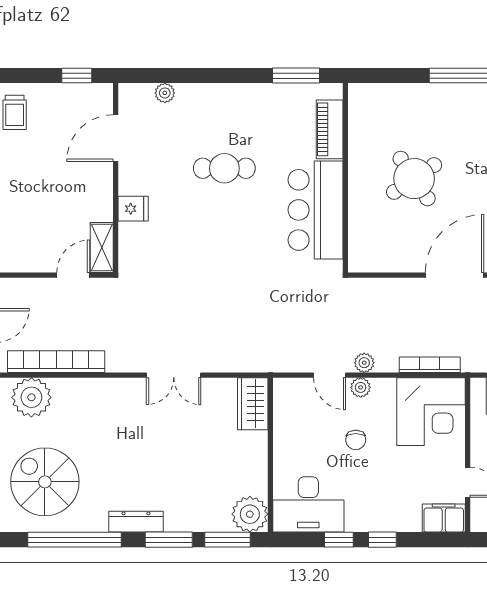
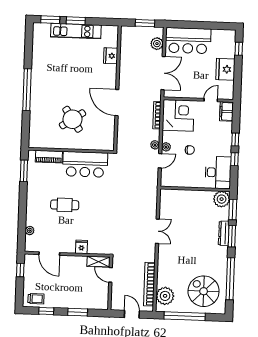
cafe table: (224, 168) -> (65, 205), turned 90
wardrobe: (253, 404) -> (172, 196), removed
spiral stairs: (45, 482) -> (204, 291), turned 90
dresser: (136, 522) -> (224, 233), moved

